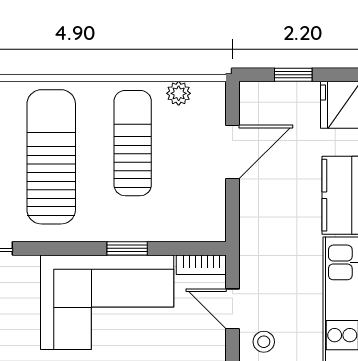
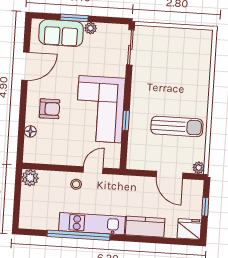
plant: (179, 93) -> (199, 168), moved
sun lounger: (51, 157) -> (173, 86), removed
bookcase: (201, 265) -> (116, 156), removed

